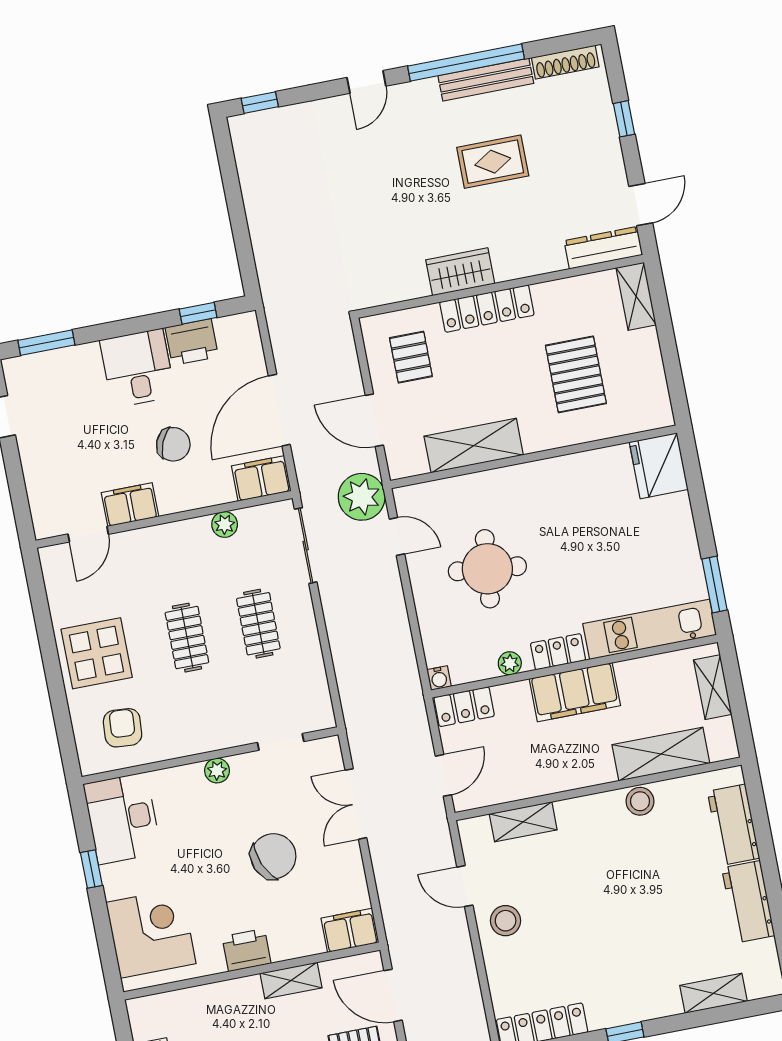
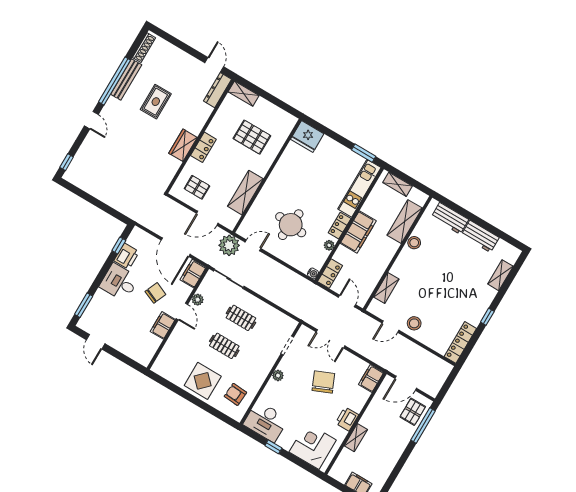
window: (624, 119) -> (180, 45), removed
locker: (487, 309) -> (203, 147), width x0.66
door: (88, 534) -> (182, 312), moved
shelving: (291, 980) -> (356, 438), moved

